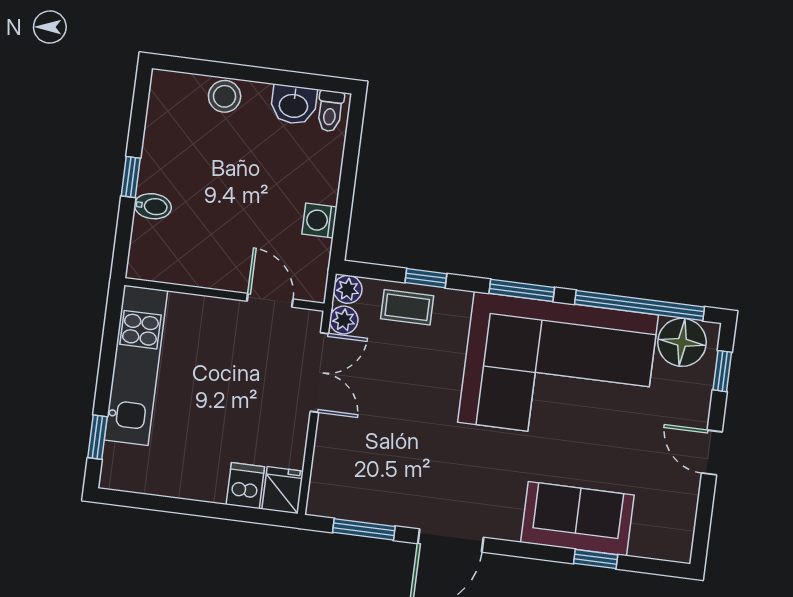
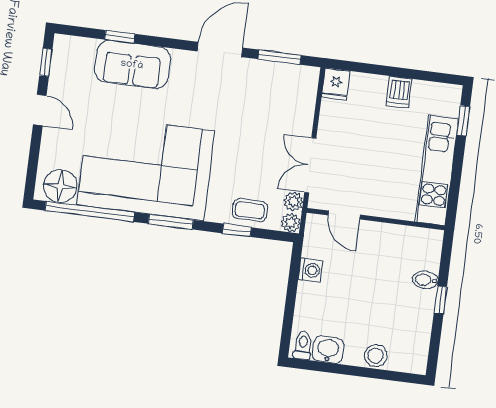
window: (722, 371) -> (46, 62), moved
dishwasher: (245, 486) -> (399, 92), moved

